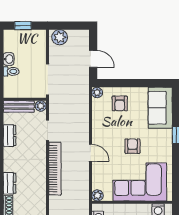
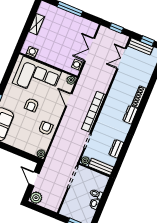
plant: (60, 37) -> (36, 198), moved
armchair: (120, 103) -> (46, 128), moved
door: (90, 153) -> (69, 100), moved

